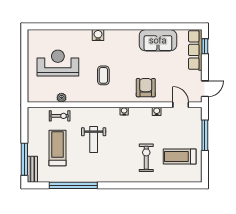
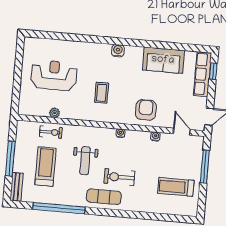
water cooler: (98, 35) -> (118, 51), moved
exercise bike: (146, 158) -> (119, 177), moved, turned -90
window: (24, 159) -> (10, 159), moved
exercise mat: (114, 171) -> (104, 197), added

